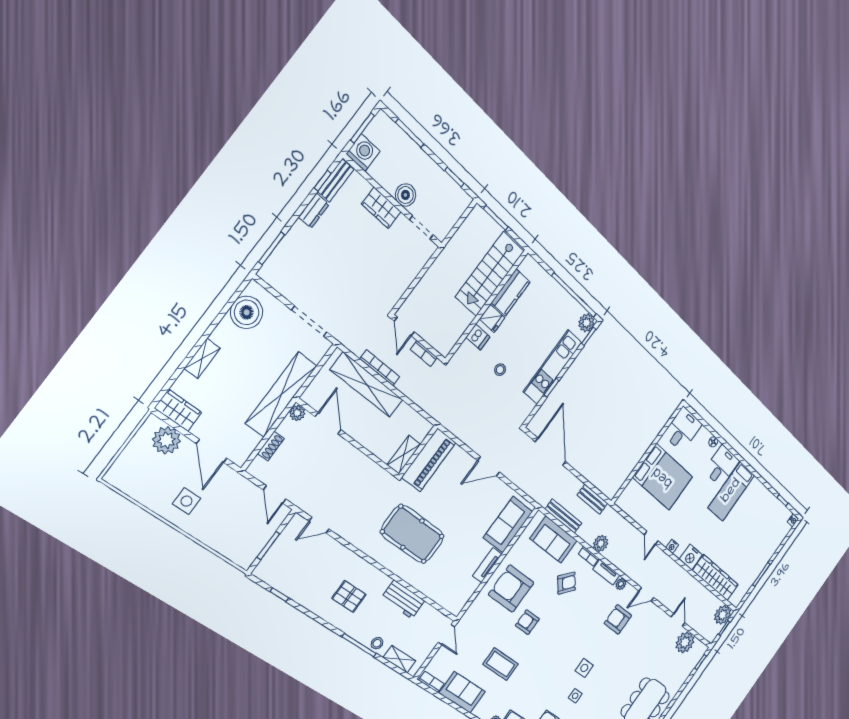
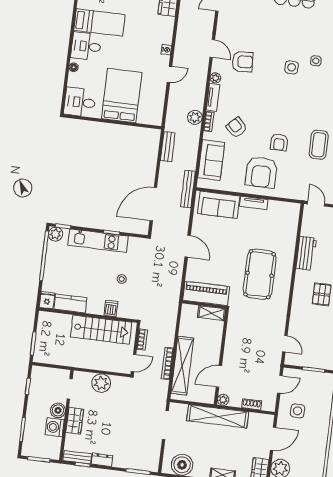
washing machine: (363, 153) -> (55, 427), moved
plant: (405, 271) -> (101, 383), added
stairs: (490, 274) -> (101, 330), moved
fridge: (492, 318) -> (47, 300), moved
side table: (187, 501) -> (298, 411), moved
bench: (563, 516) -> (188, 189), moved
nightstand: (691, 557) -> (166, 26), removed
armchair: (618, 619) -> (242, 62), turned -94
door: (446, 635) -> (316, 204), hinge flipped

